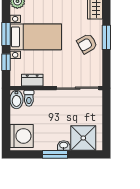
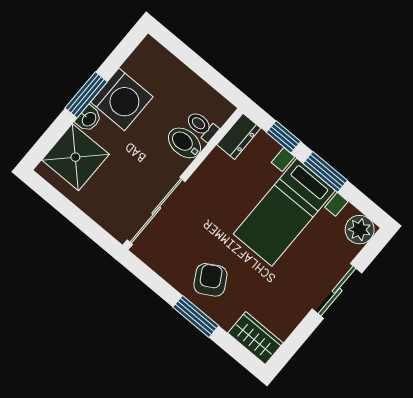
dresser: (32, 80) -> (239, 136), moved
bidet: (16, 99) -> (185, 143), moved
washing machine: (22, 136) -> (122, 99), moved, turned -90

